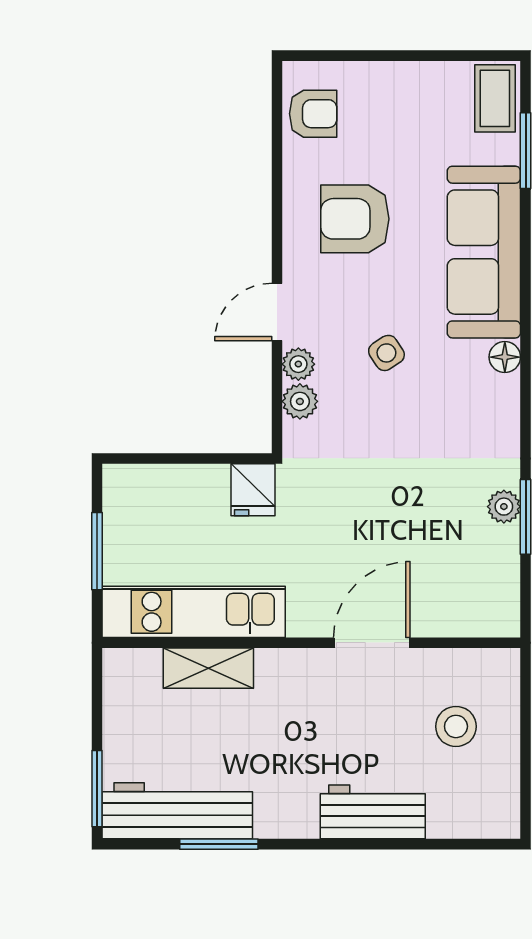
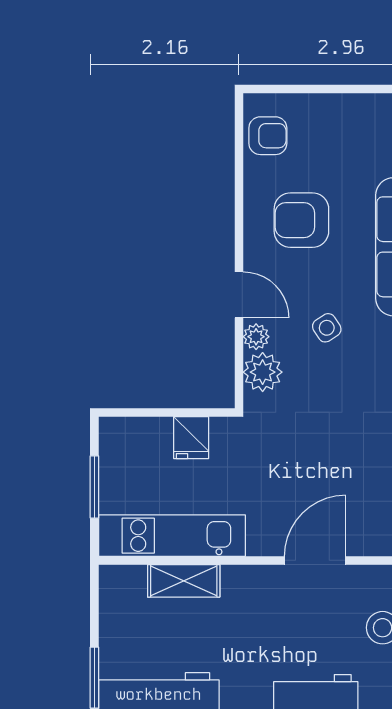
door: (277, 312) -> (239, 295), swing flipped
plant: (300, 401) -> (263, 372), width x1.38, depth x1.38
fridge: (253, 490) -> (191, 438), moved

